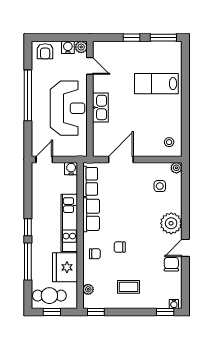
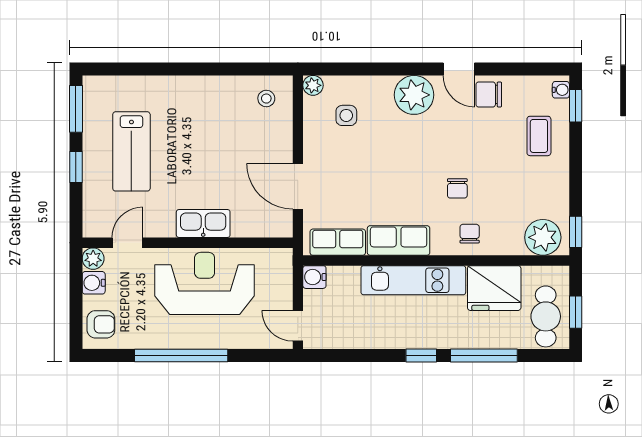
lab bench: (156, 84) -> (131, 151), moved
coffee table: (129, 287) -> (539, 136), moved
plant: (88, 289) -> (543, 237), width x1.87, depth x1.87

